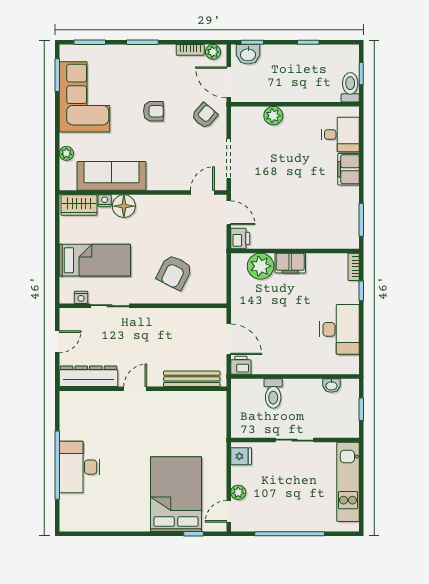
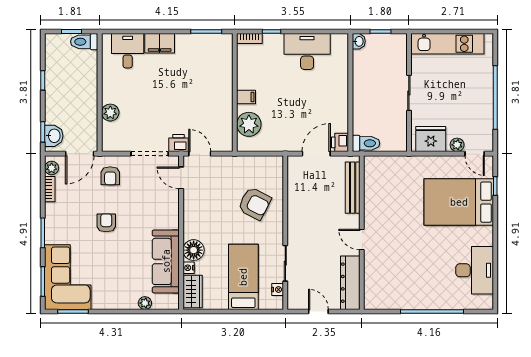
corner sofa: (84, 97) -> (68, 277), moved, turned 90
armchair: (205, 116) -> (110, 176), turned -131
door: (229, 213) -> (200, 154), hinge flipped
printer: (240, 238) -> (179, 143), moved
filing cabinet: (290, 263) -> (246, 97), width x0.50
washbasin: (331, 385) -> (359, 41), moved
toilet: (273, 393) -> (366, 143), moved
fridge: (241, 456) -> (431, 139), width x1.88, depth x1.34
desk: (80, 467) -> (475, 270), moved, turned -90

